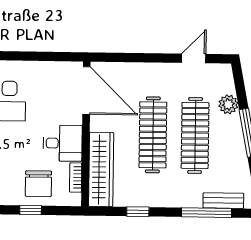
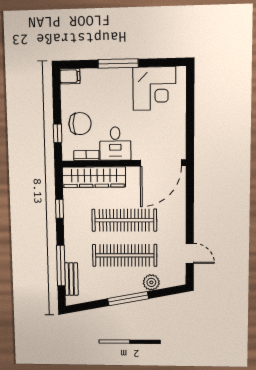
chair: (38, 184) -> (80, 124), turned 180
window: (31, 210) -> (58, 133), moved

